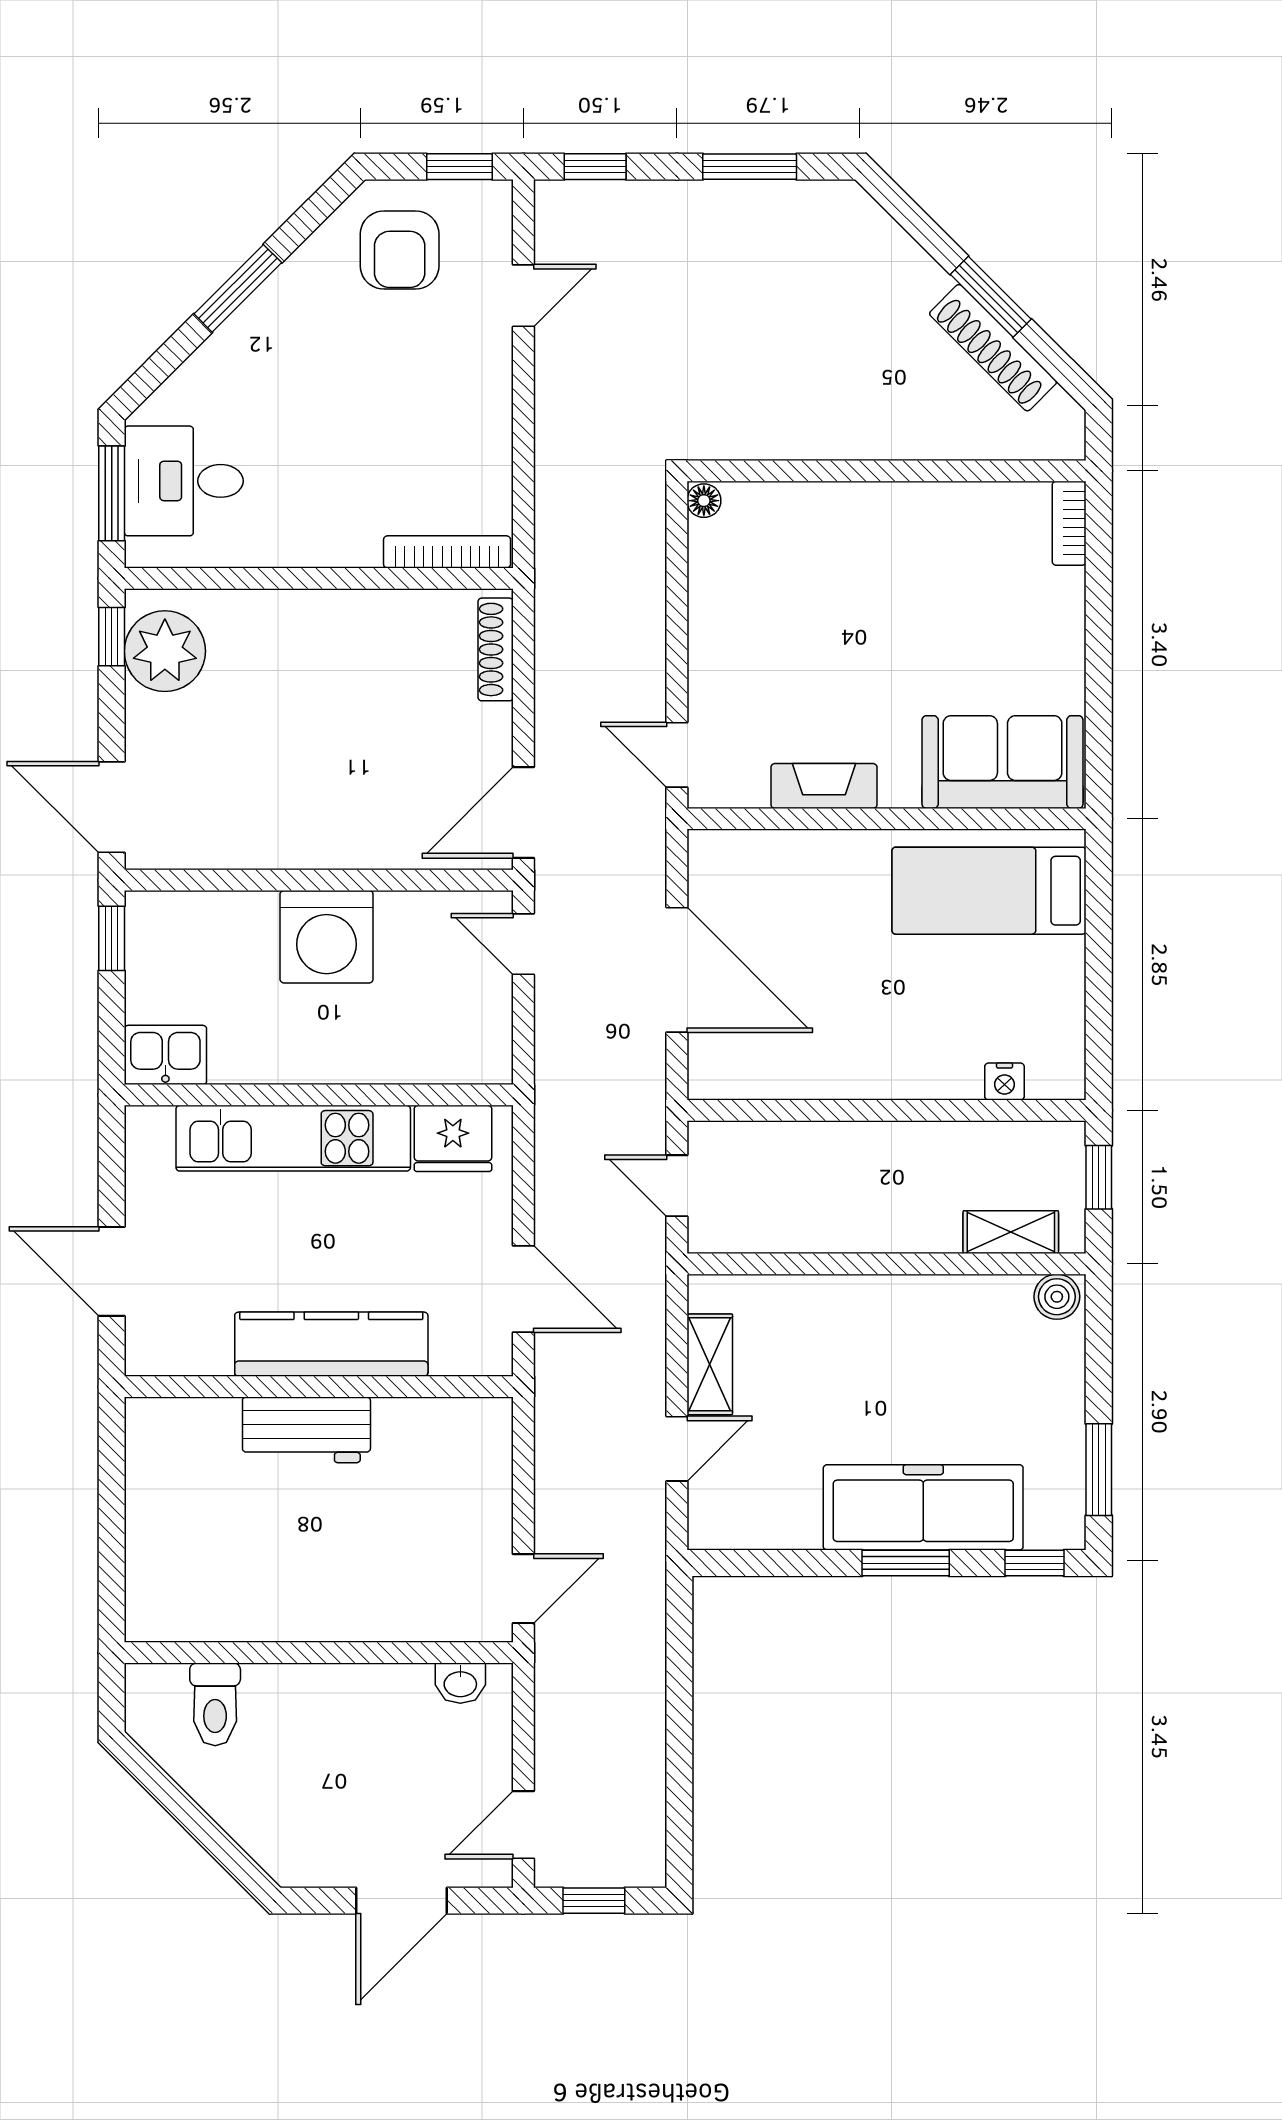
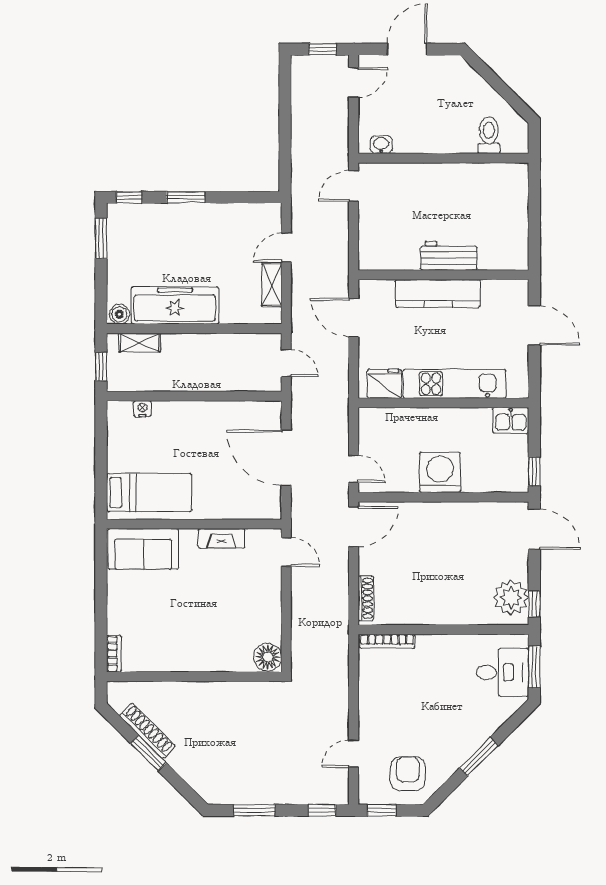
floor lamp: (704, 501) -> (268, 657), width x1.89, depth x1.89
freezer: (923, 1507) -> (175, 305), moved, turned 180

